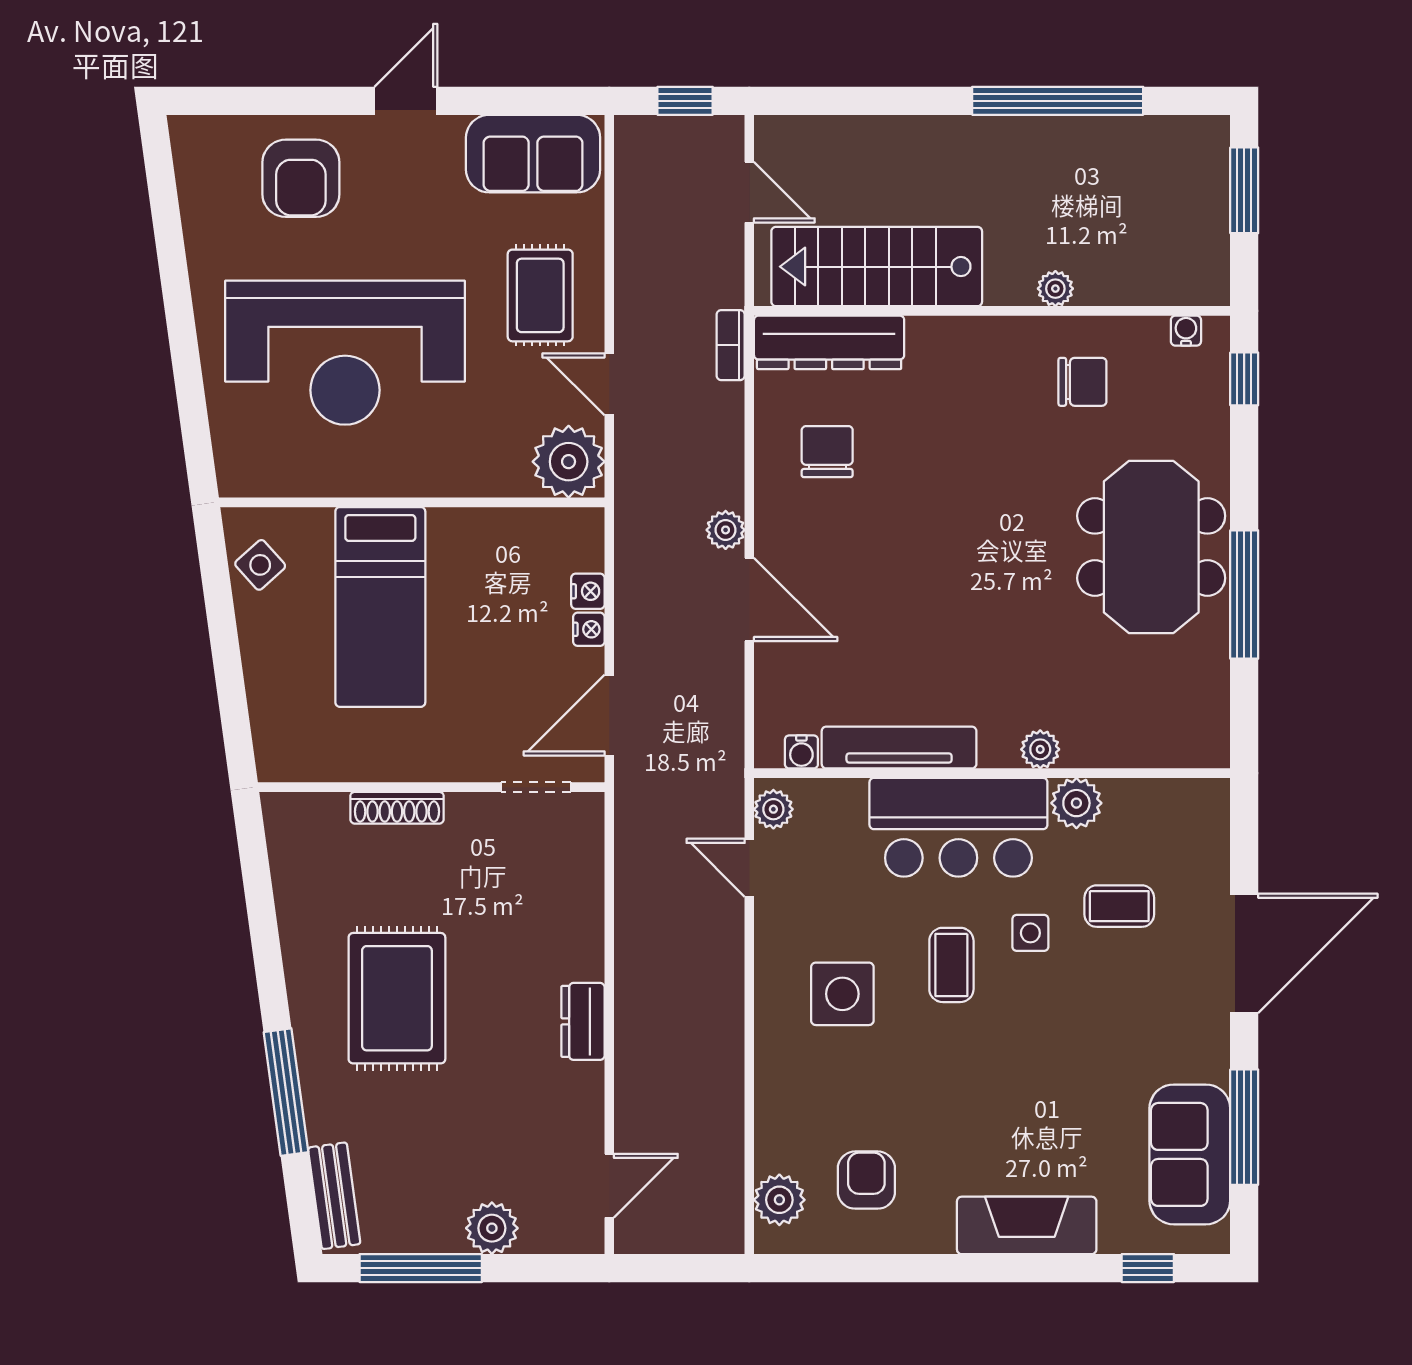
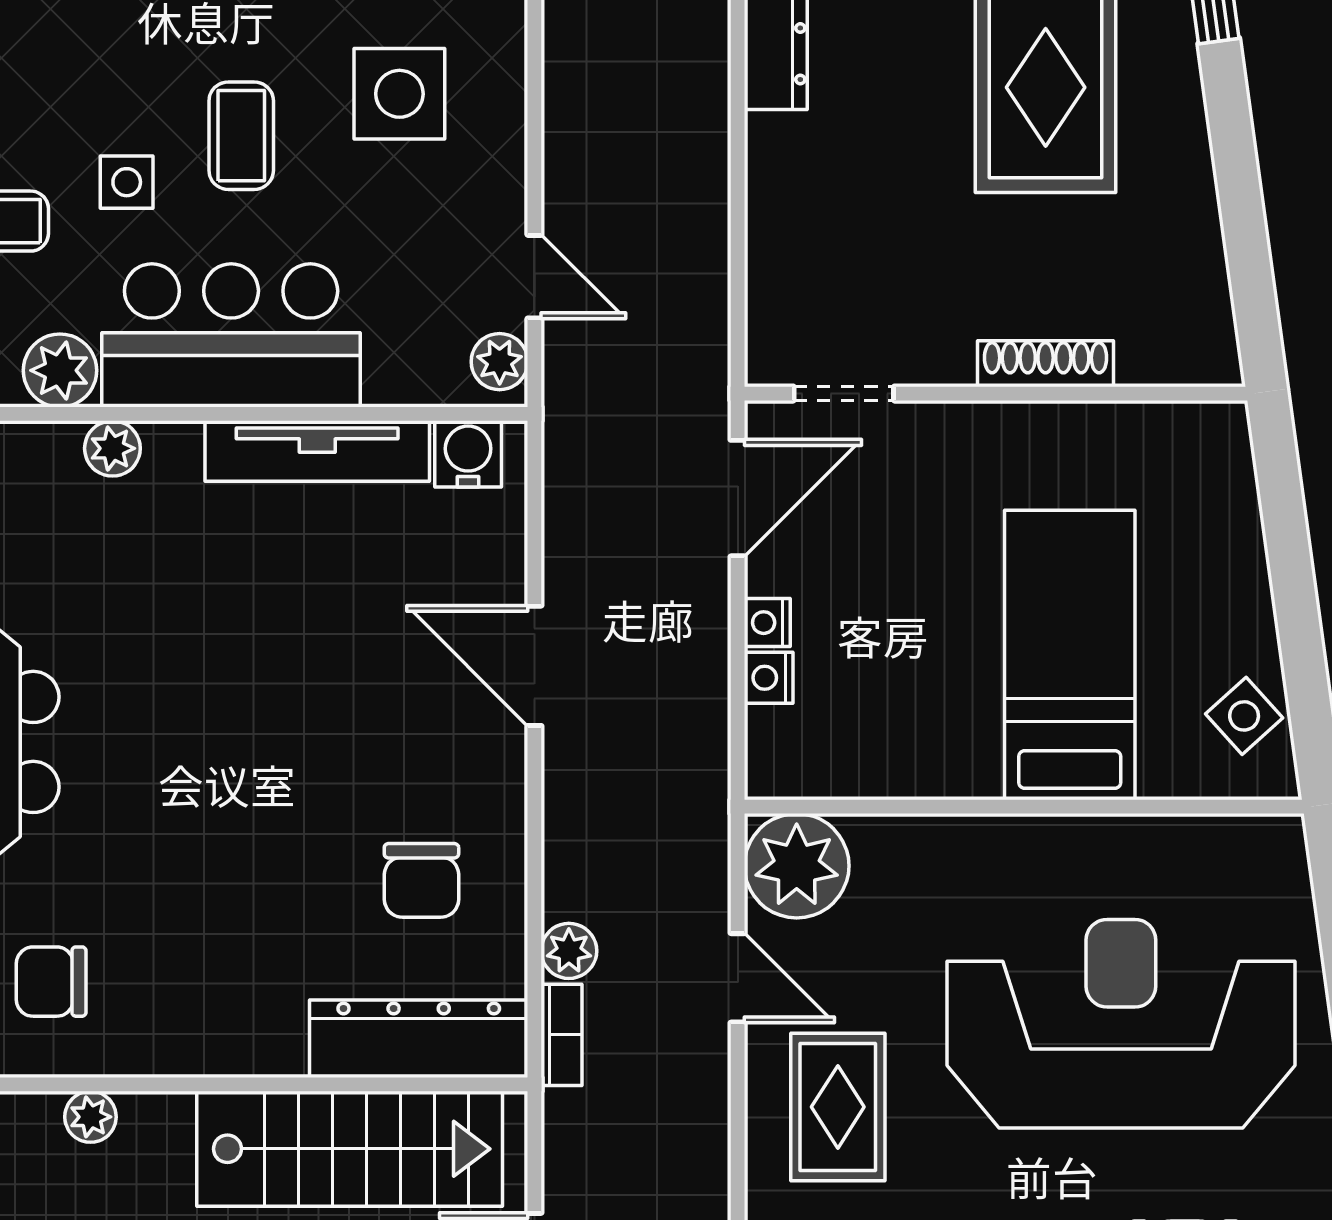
plant: (726, 530) -> (569, 951), moved
water cooler: (801, 752) -> (468, 454), width x1.38, depth x1.38

